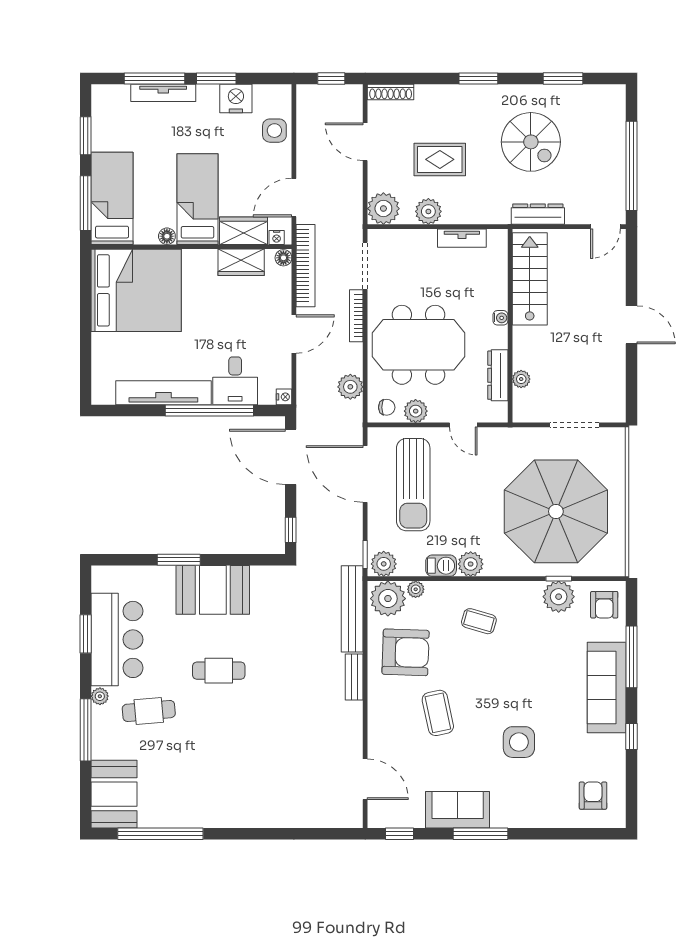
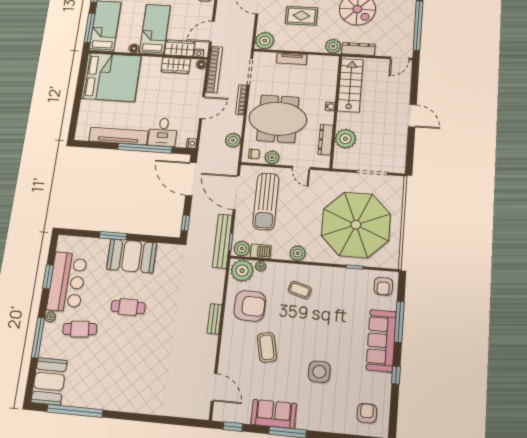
plant: (428, 211) -> (333, 46), moved
tv unit: (462, 238) -> (292, 59), moved
plant: (521, 379) -> (345, 139), width x1.88, depth x1.88
barbecue: (441, 566) -> (261, 251), moved
plant: (559, 597) -> (353, 279), removed
bench: (352, 609) -> (222, 241), moved

